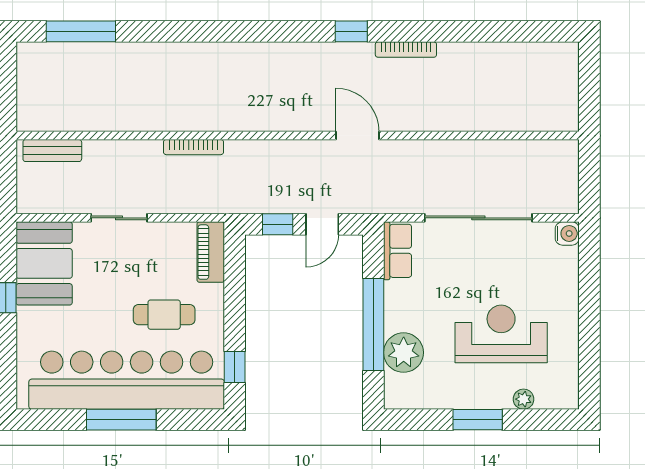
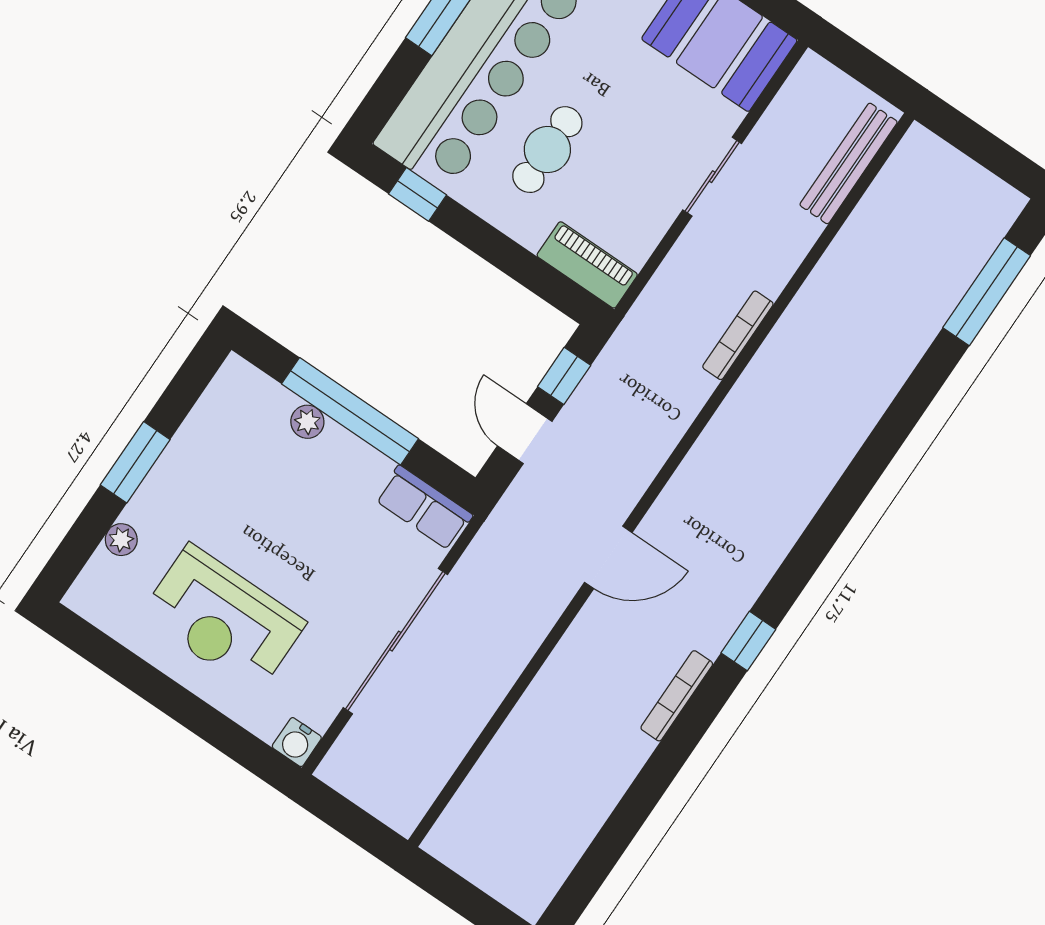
bench: (52, 151) -> (849, 163), width x1.36
reception desk: (501, 334) -> (223, 619), moved, turned 90
plant: (404, 353) -> (307, 422), width x0.53, depth x0.53

